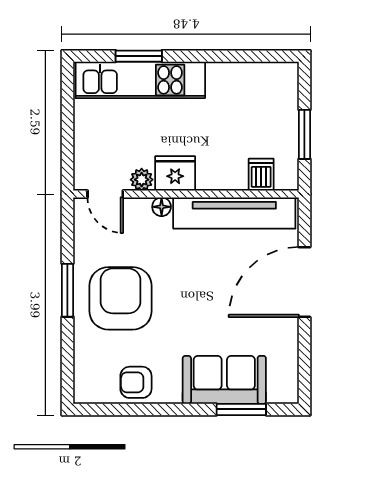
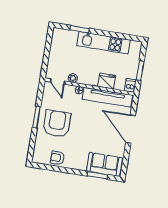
kitchen unit: (140, 80) -> (103, 43), moved
fridge: (175, 173) -> (107, 81), moved
dishwasher: (261, 175) -> (130, 85), moved
door: (304, 282) -> (131, 129), hinge flipped
sofa: (224, 380) -> (104, 164), moved

